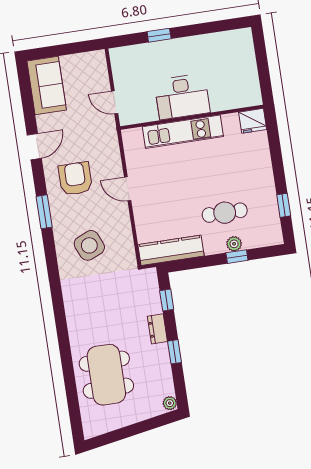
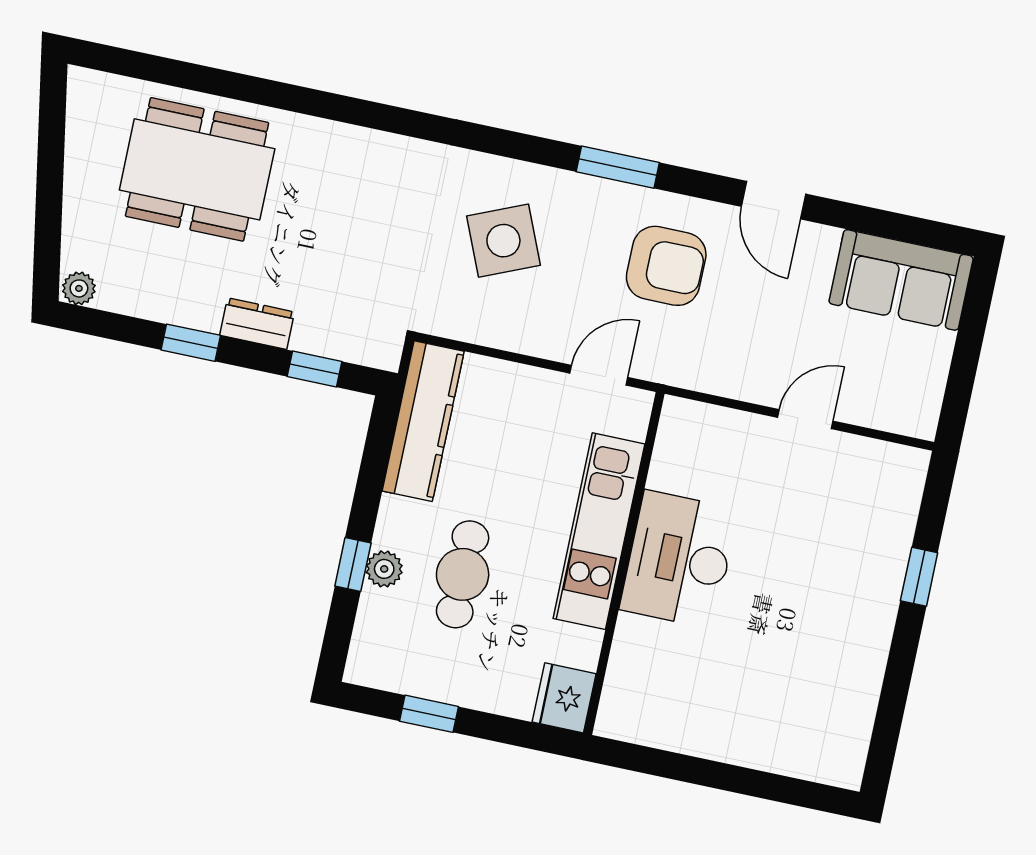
desk: (182, 97) -> (679, 559), moved
wall: (192, 117) -> (624, 563), moved
fridge: (253, 121) -> (564, 698), moved
kitchen unit: (183, 132) -> (599, 531), moved

